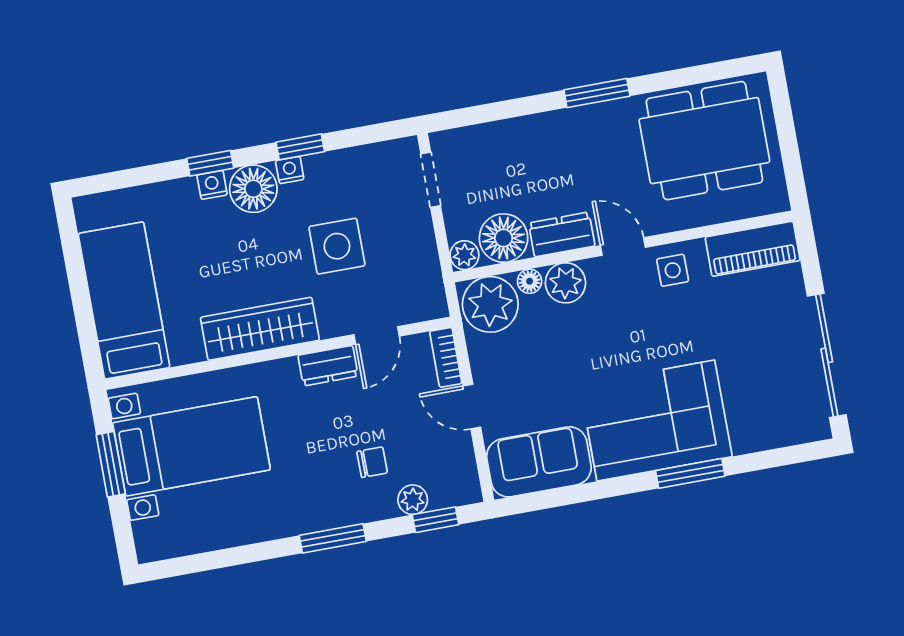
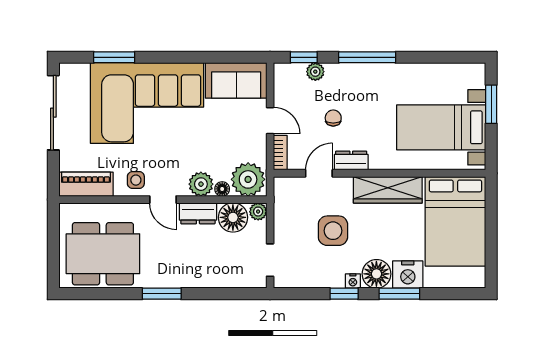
window: (210, 163) -> (399, 294), width x1.50
nightstand: (212, 185) -> (408, 275), width x1.89, depth x1.79
bed: (124, 301) -> (455, 221), width x1.50
corner sofa: (656, 421) -> (147, 103), width x1.36, depth x1.36
chair: (372, 462) -> (333, 118), moved, turned 90
window: (111, 464) -> (491, 104), moved
window: (690, 473) -> (114, 57), moved
window: (333, 538) -> (367, 57), width x1.44

